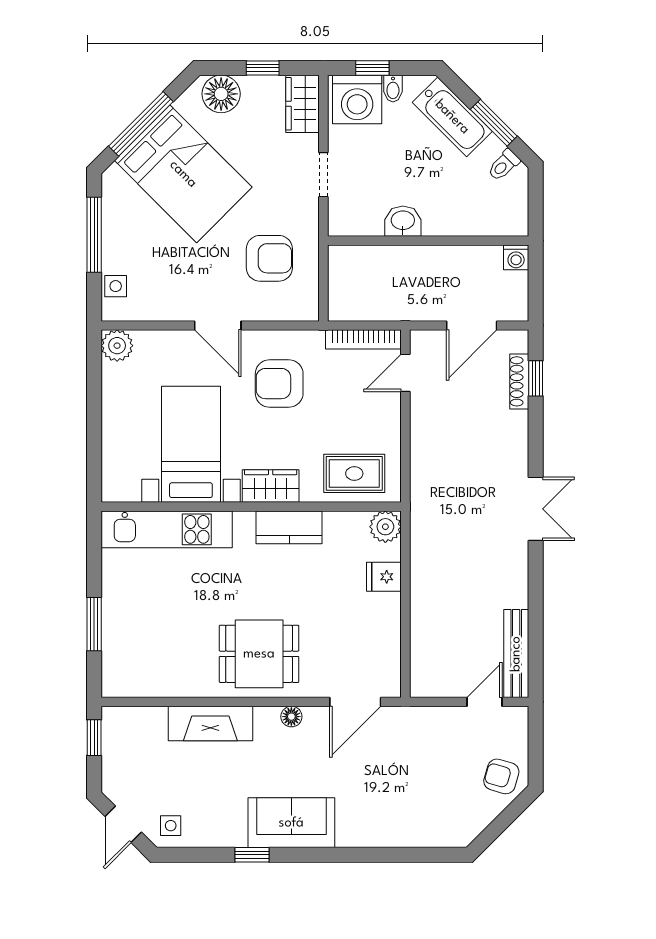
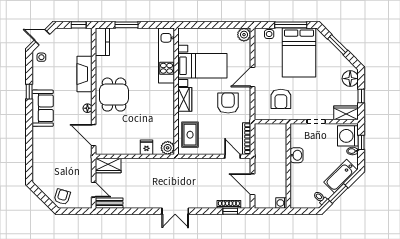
window: (141, 124) -> (338, 45), width x0.69
bed: (183, 174) -> (299, 52), moved, turned -45
kitchen counter: (289, 527) -> (102, 42), moved, turned 180
bench: (516, 654) -> (109, 203), width x0.73
wardrobe: (427, 668) -> (108, 165), added

